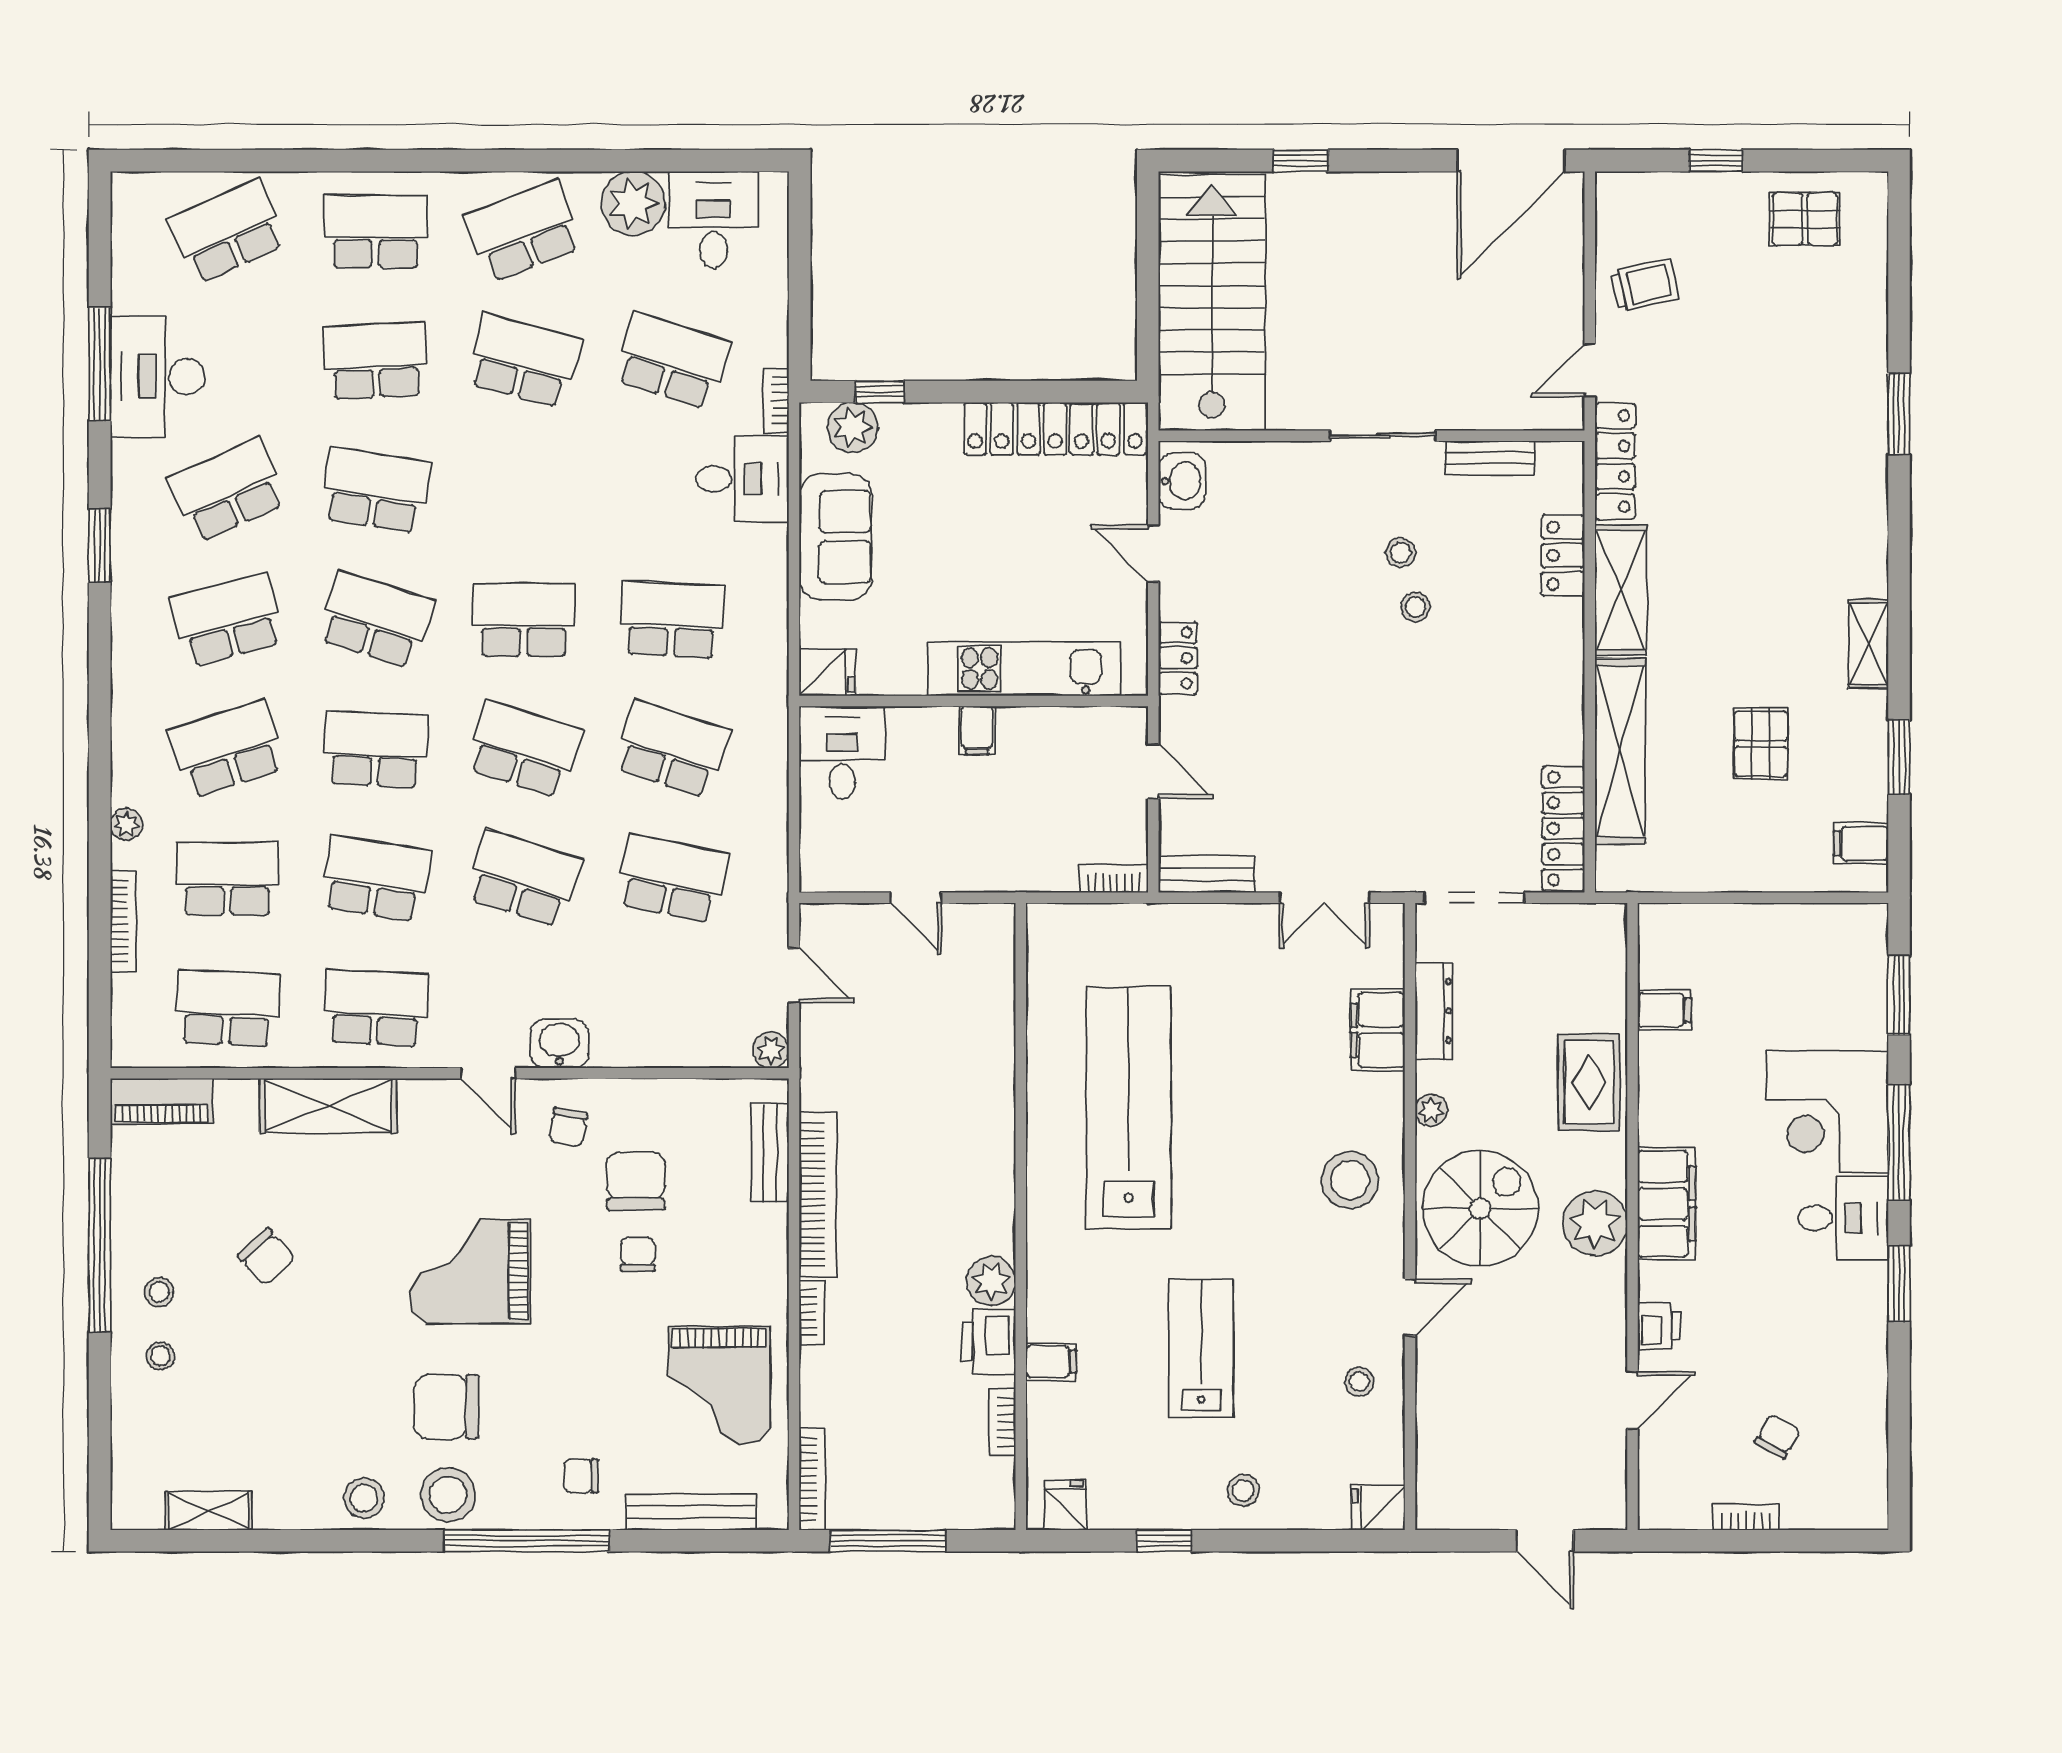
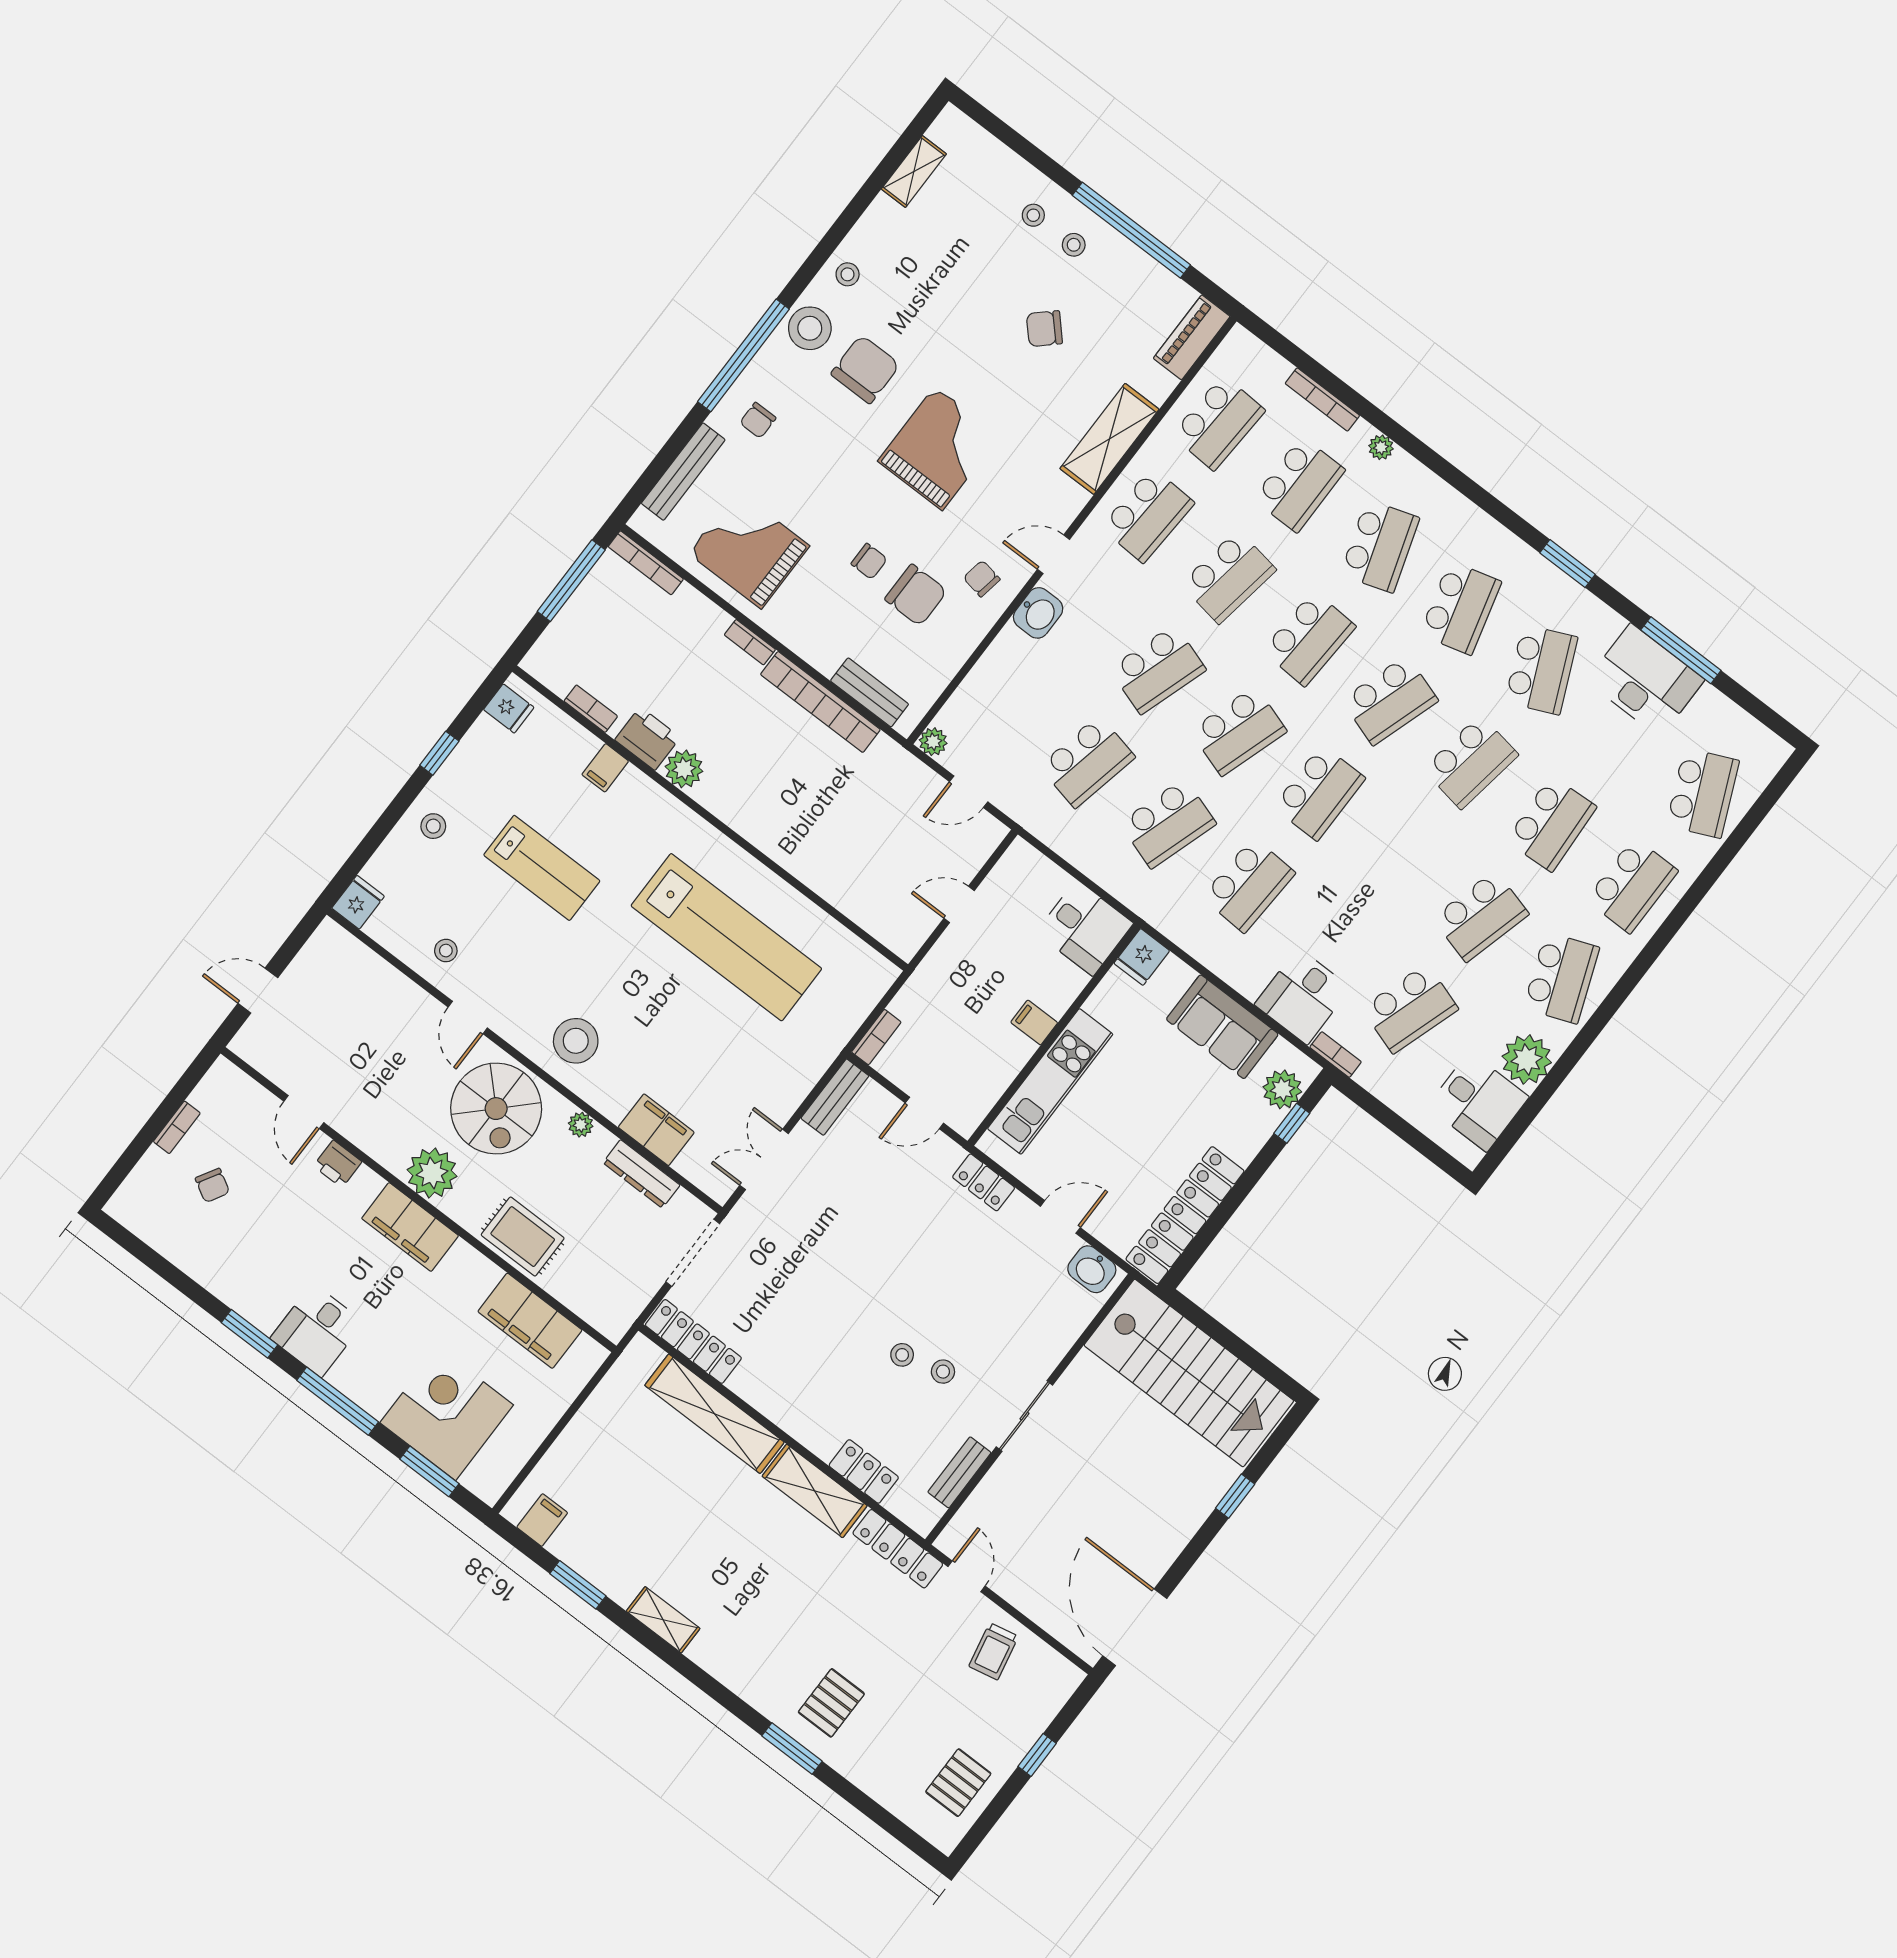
pallet: (1761, 744) -> (831, 1703), moved, turned 90
filing cabinet: (1664, 1010) -> (530, 1321), width x3.00, depth x1.17
corner desk: (1827, 1112) -> (447, 1414), moved
chair: (581, 1476) -> (758, 420), turned 180
stool: (364, 1498) -> (848, 274), width x0.73, depth x0.73

